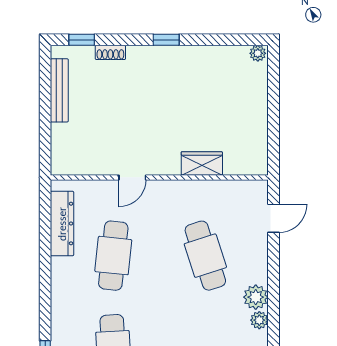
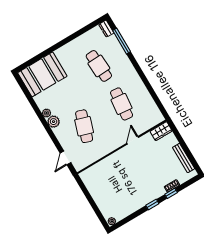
window: (82, 40) -> (171, 193), moved
wardrobe: (202, 163) -> (161, 131), moved
dresser: (62, 224) -> (150, 105), removed
cafe table: (205, 256) -> (84, 126), turned 36

